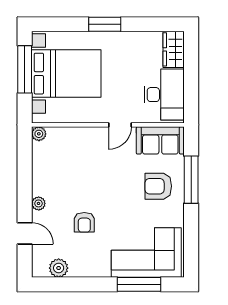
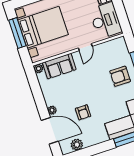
sofa: (160, 140) -> (59, 66), moved
door: (25, 233) -> (50, 131), width x1.87

